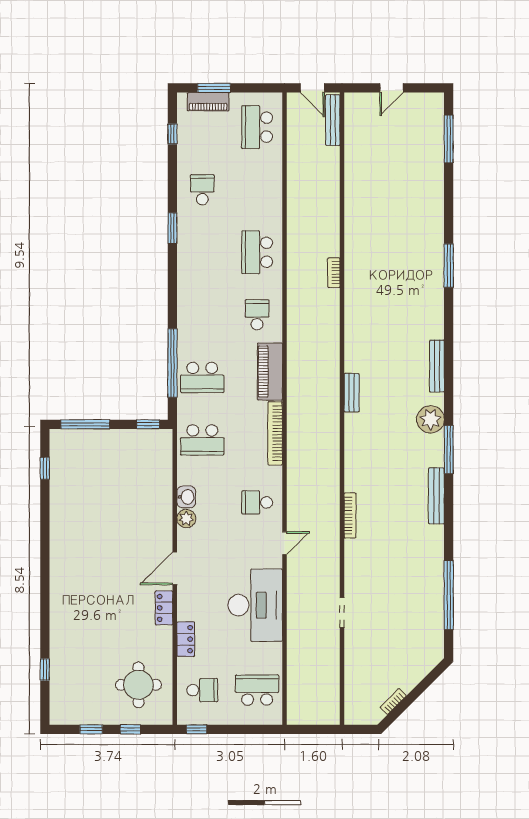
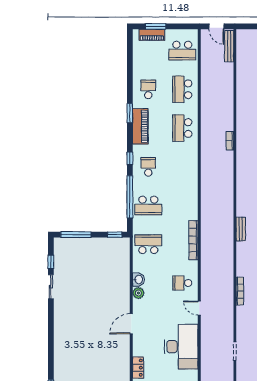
school desk: (257, 127) -> (182, 51), turned -90
window: (172, 134) -> (130, 158), moved
school desk: (257, 190) -> (182, 89), added
school desk: (257, 315) -> (148, 167), moved
piano: (270, 371) -> (140, 126), moved, turned 180
bench: (352, 393) -> (241, 229), moved
school desk: (202, 440) -> (148, 244), turned 180
sliding door: (45, 508) -> (51, 287), added
door: (285, 543) -> (199, 308), swing flipped
locker: (164, 608) -> (125, 348), removed

